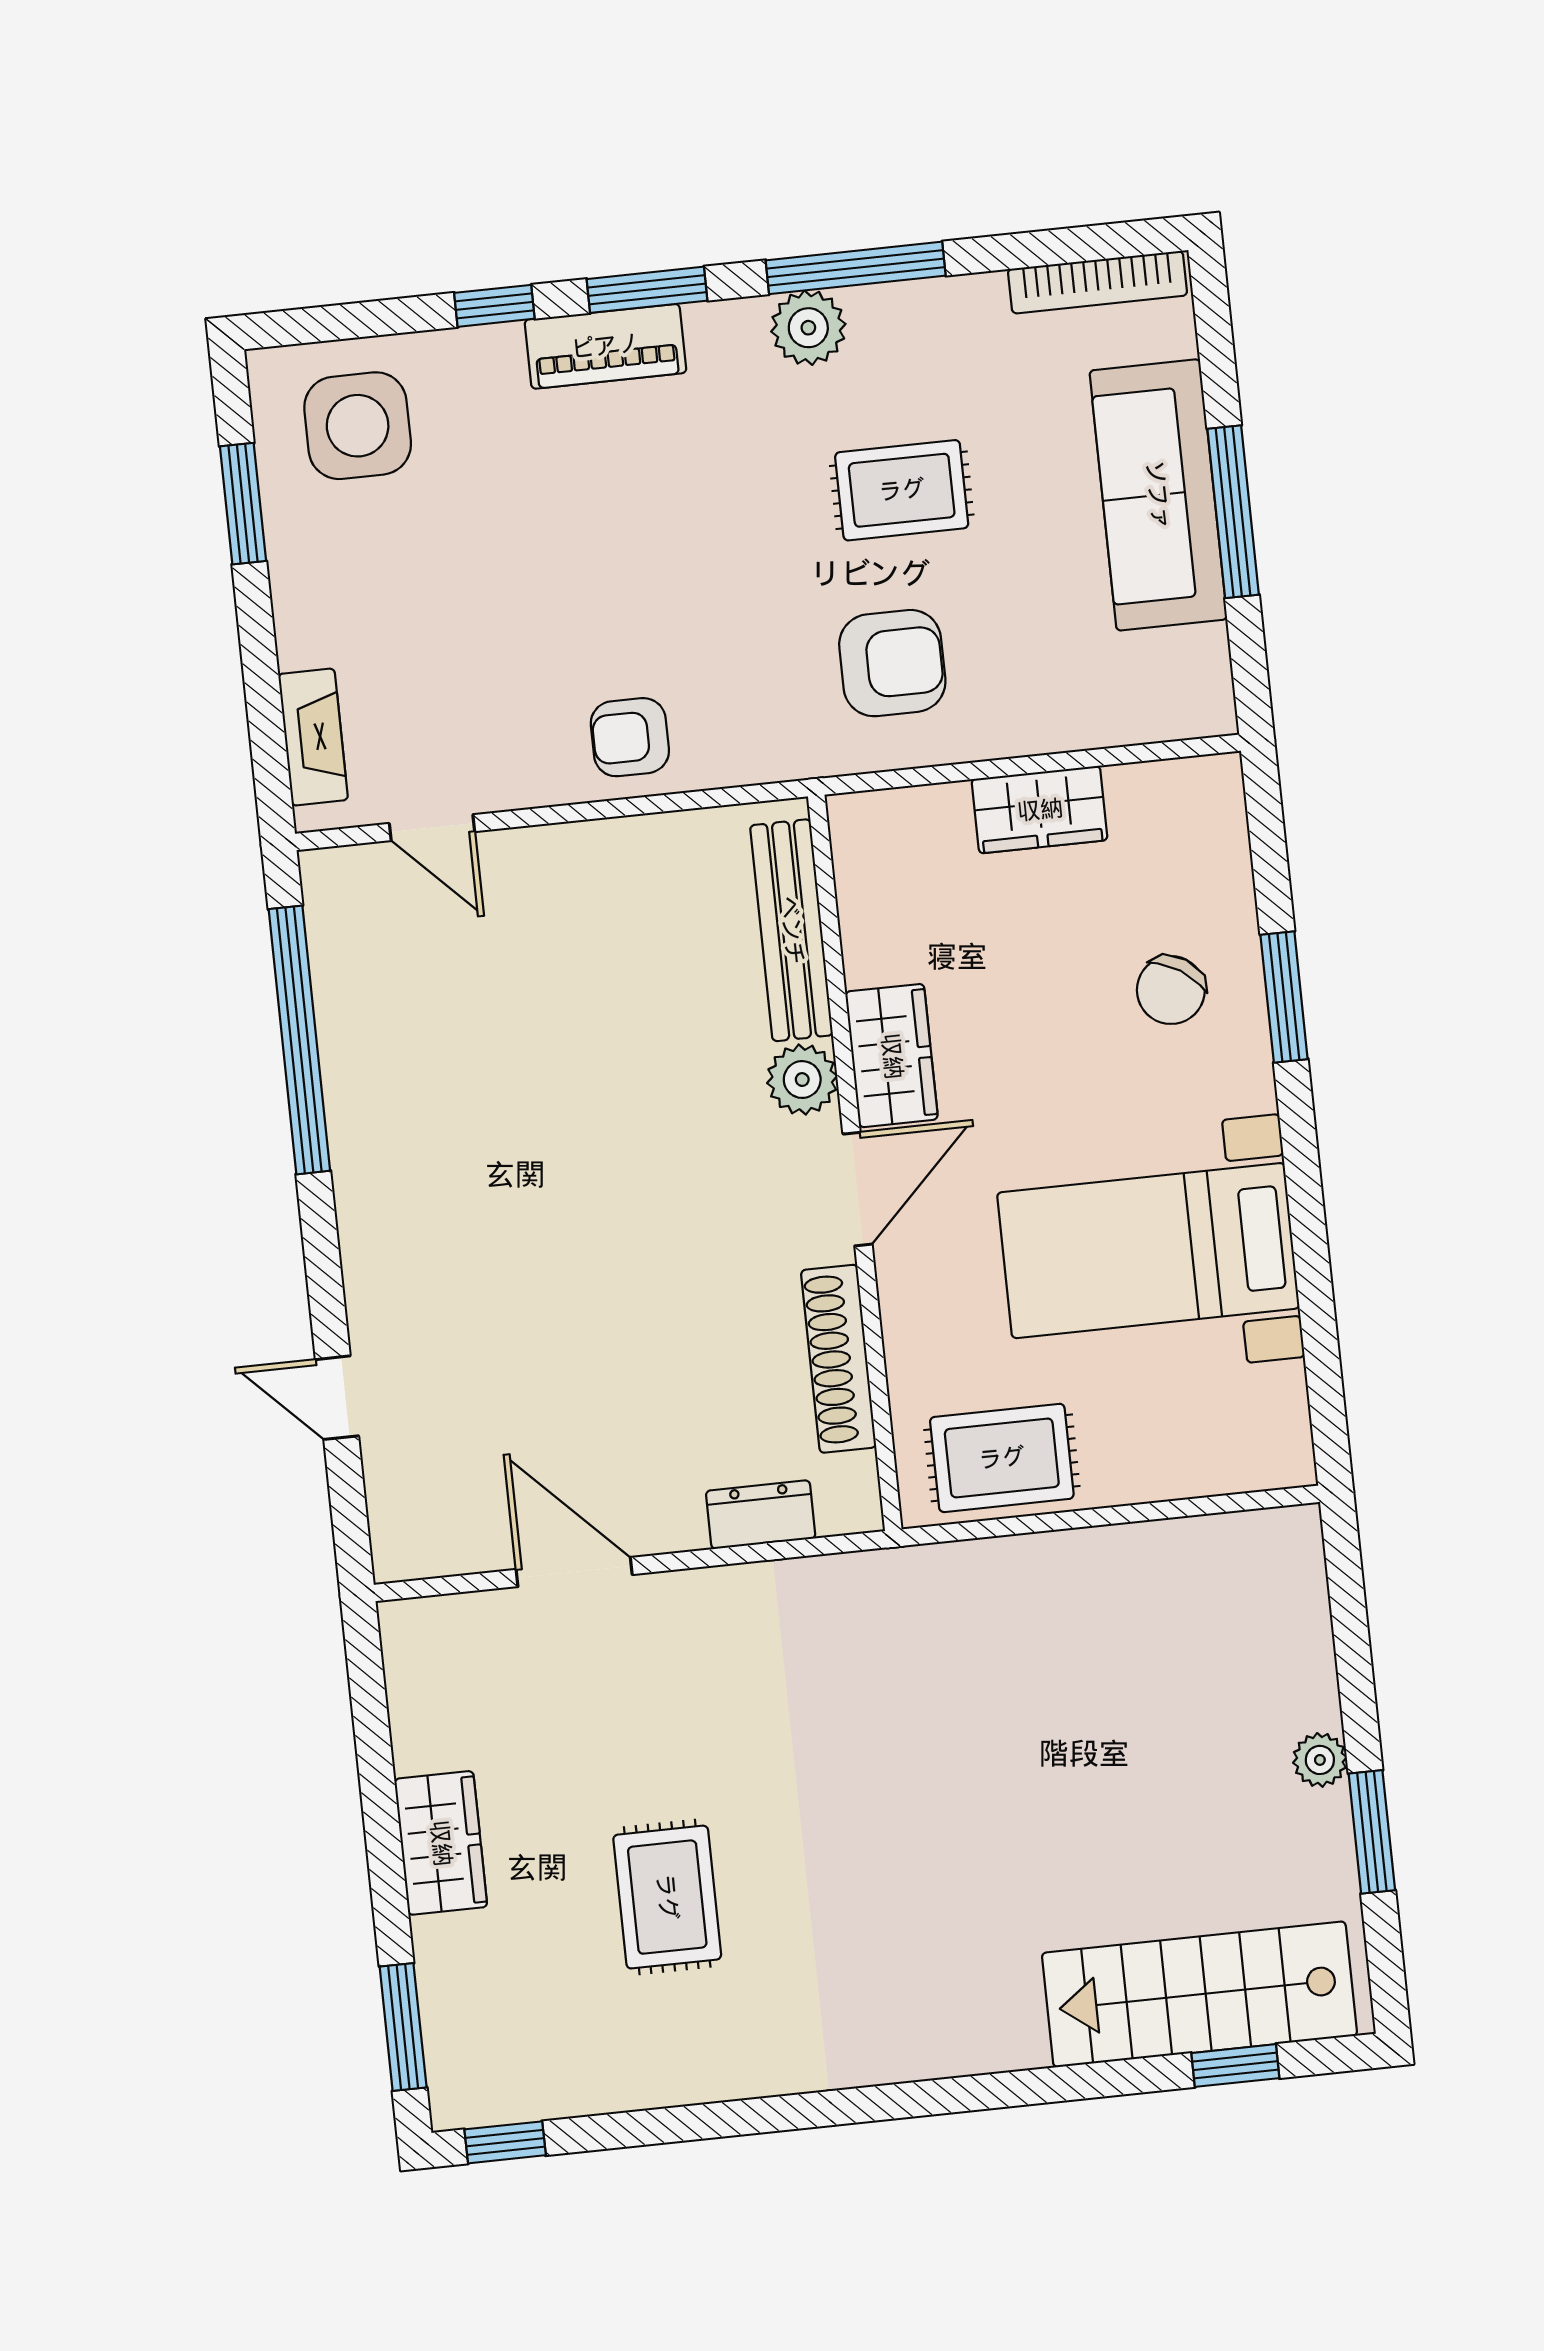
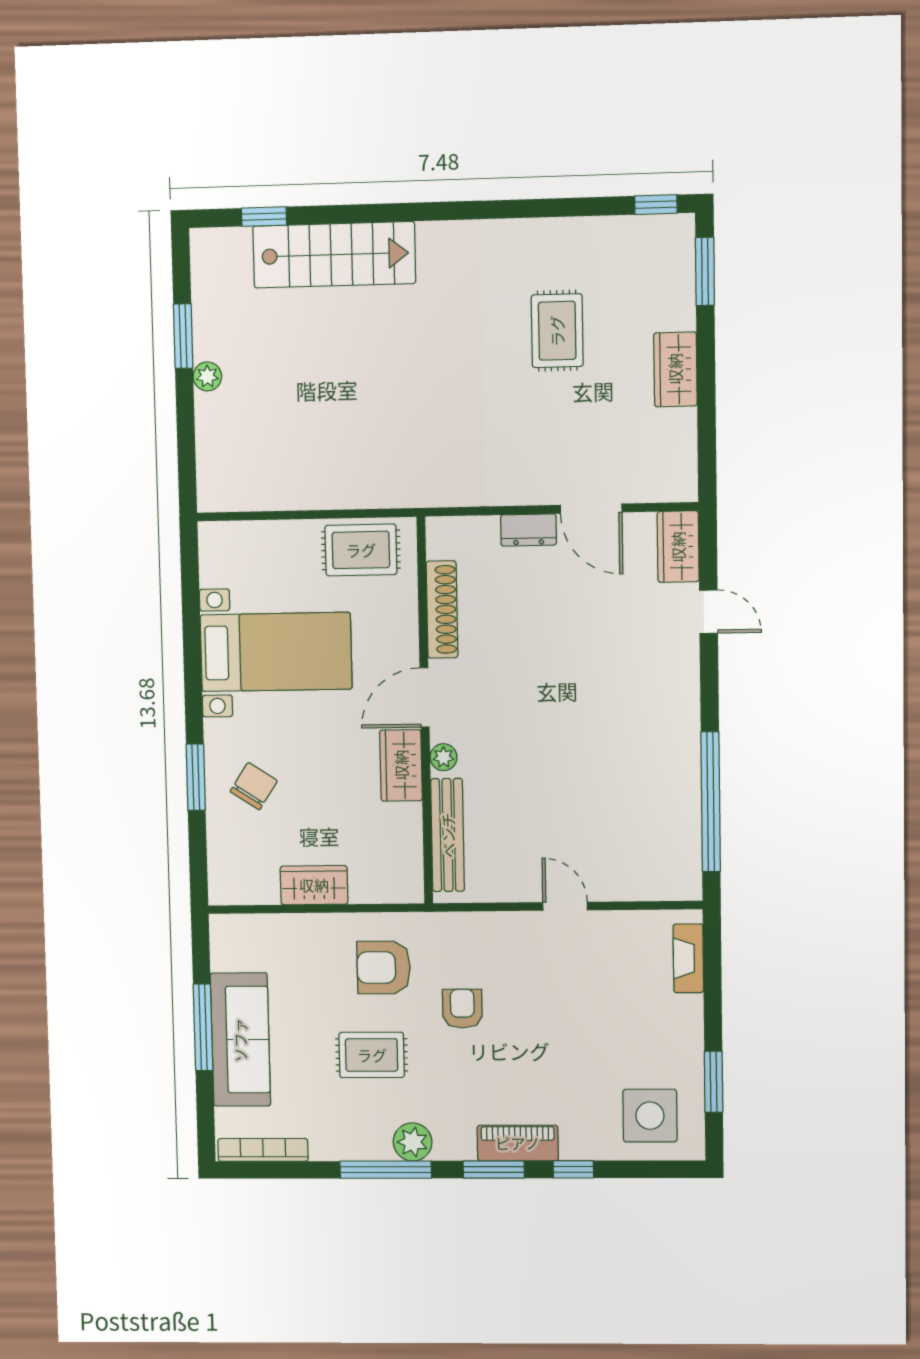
armchair: (630, 737) -> (462, 1009), moved, turned -90
door: (432, 828) -> (565, 906), moved
plant: (802, 1080) -> (444, 757), width x0.73, depth x0.73
wardrobe: (405, 1515) -> (678, 547), added
dresser: (761, 1515) -> (528, 530), moved
stairs: (1199, 1994) -> (334, 255), moved

